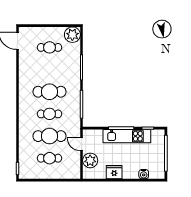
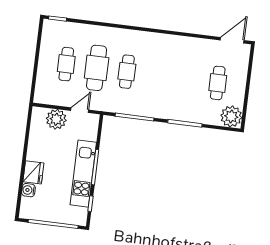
cafe table: (50, 92) -> (157, 75), removed
fridge: (114, 172) -> (33, 172), moved

